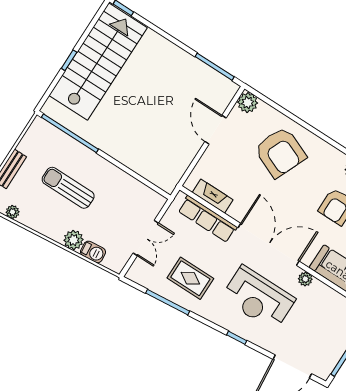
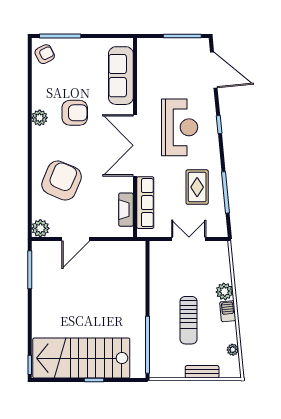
barbecue: (93, 252) -> (228, 311), moved
plant: (305, 279) -> (143, 102), removed

